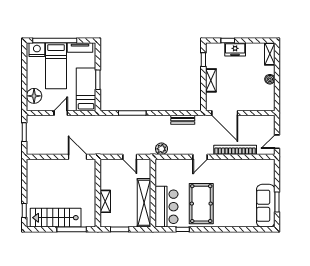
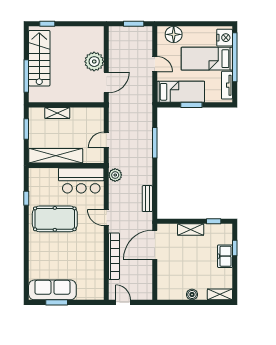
plant: (59, 168) -> (94, 62), added
bar counter: (166, 207) -> (81, 180), moved

